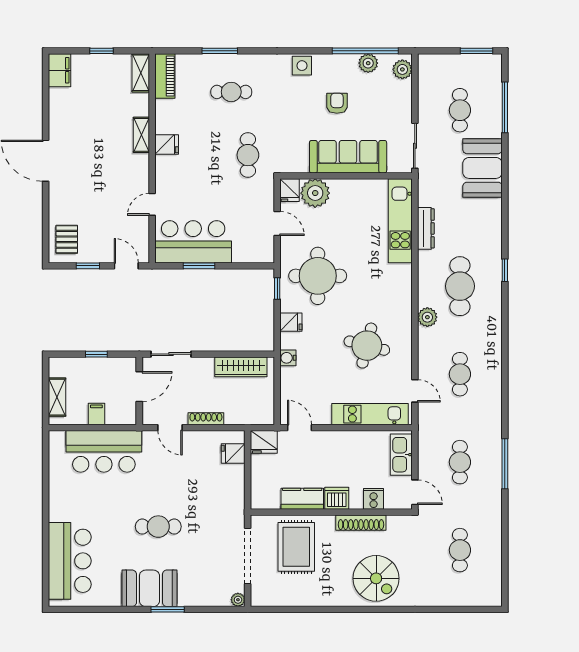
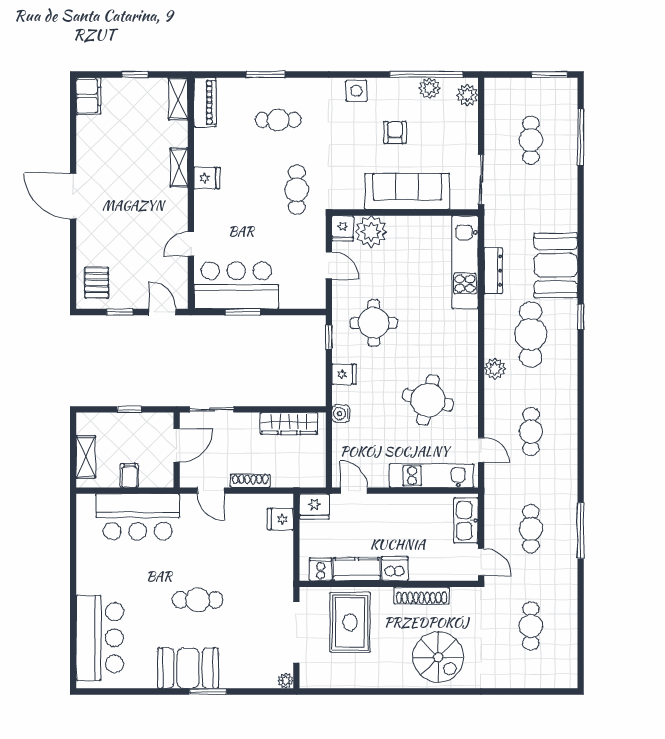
booth: (483, 168) -> (556, 265), moved
round table: (318, 276) -> (374, 323), width x0.73, depth x0.73
cooker: (374, 499) -> (321, 569), moved

